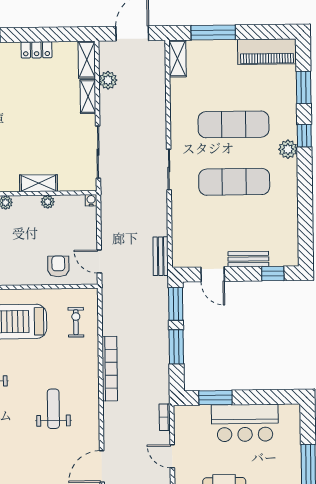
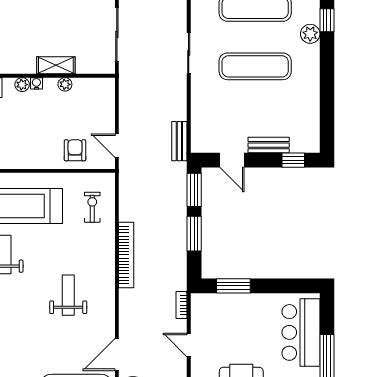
water cooler: (91, 200) -> (36, 83), moved
bar counter: (245, 423) -> (301, 332), moved, turned 90

